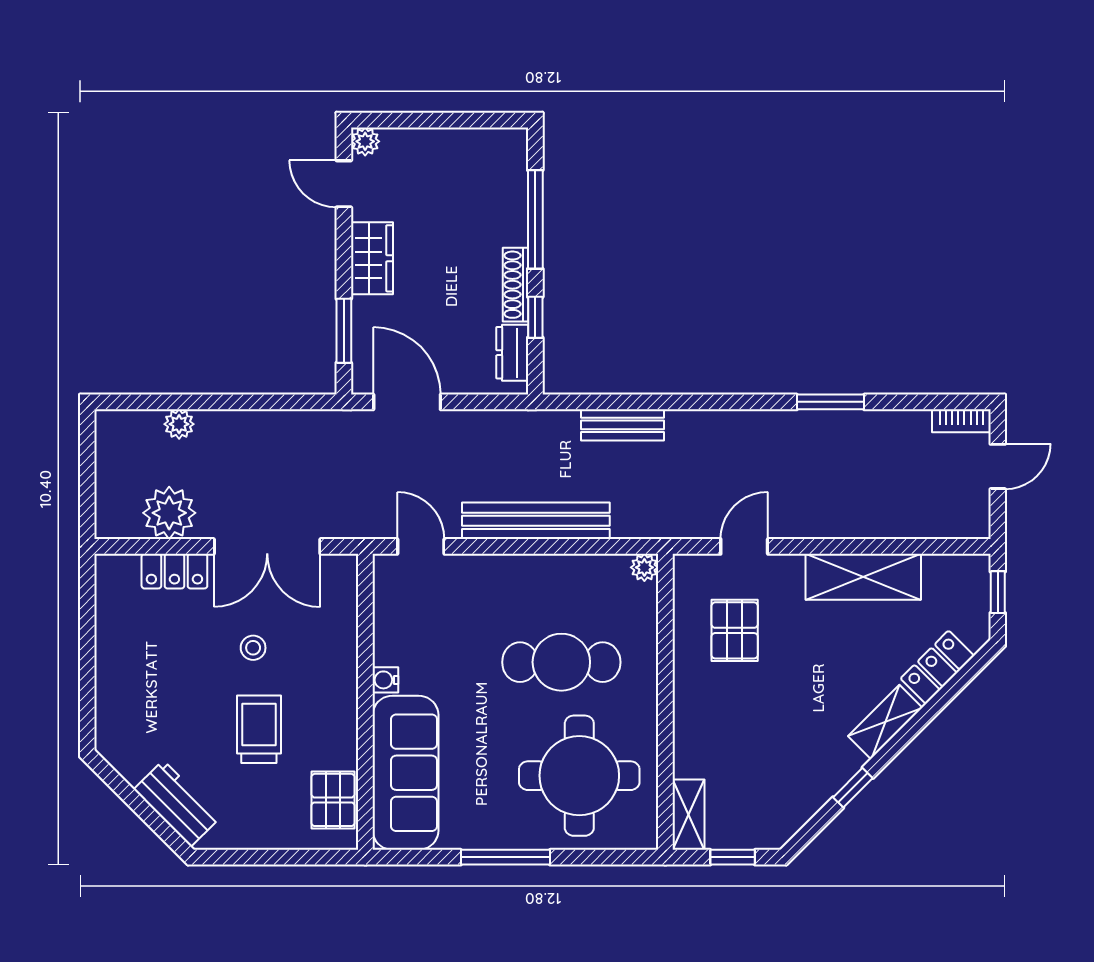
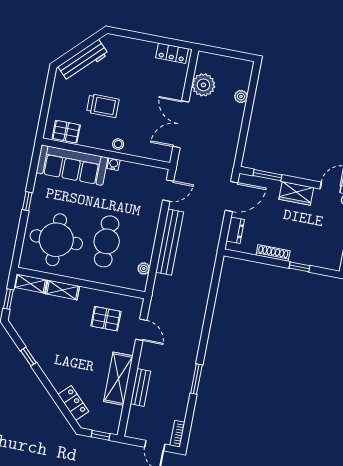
window: (535, 219) -> (299, 267), width x0.46
window: (535, 317) -> (257, 259), removed
dresser: (512, 353) -> (235, 230), moved, turned 90
bench: (623, 425) -> (140, 388), moved
plant: (644, 567) -> (144, 269), moved
locker: (174, 571) -> (172, 53), moved, turned -90
stool: (253, 648) -> (118, 144), moved
shelving: (885, 722) -> (62, 290), moved, turned -45
workbench: (177, 803) -> (83, 60), width x1.38
window: (505, 857) -> (27, 201), width x0.46

